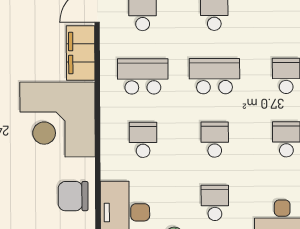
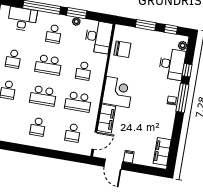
corner desk: (58, 120) -> (118, 92), width x0.74, depth x0.74
school desk: (215, 140) -> (48, 65), width x1.85

